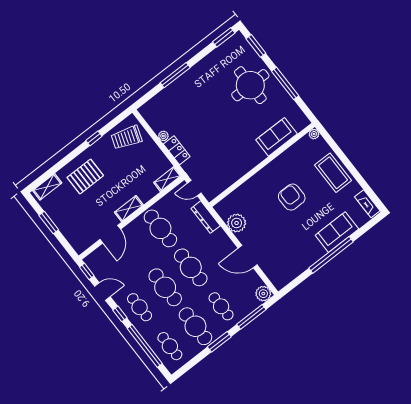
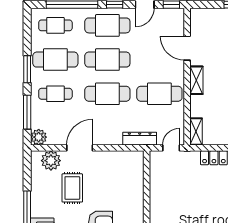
plant: (237, 223) -> (51, 161), moved
rug: (282, 239) -> (72, 188), added
cafe table: (140, 307) -> (107, 25), width x1.37, depth x1.35

